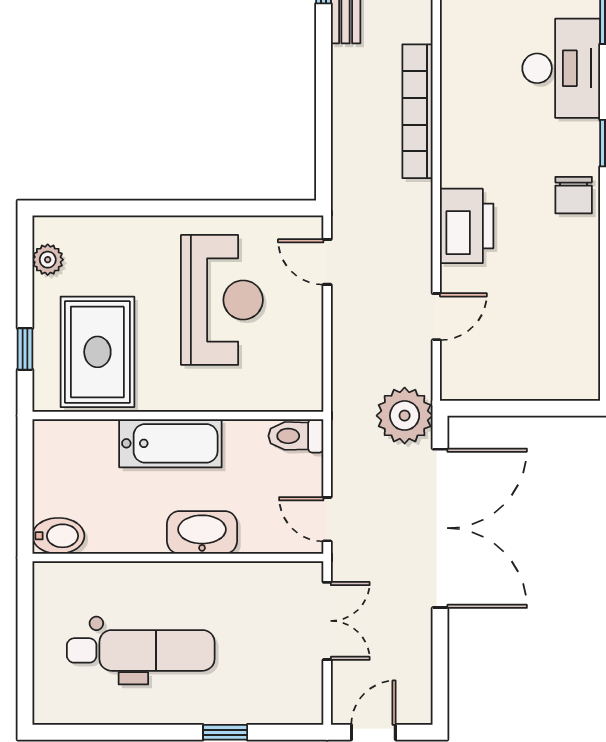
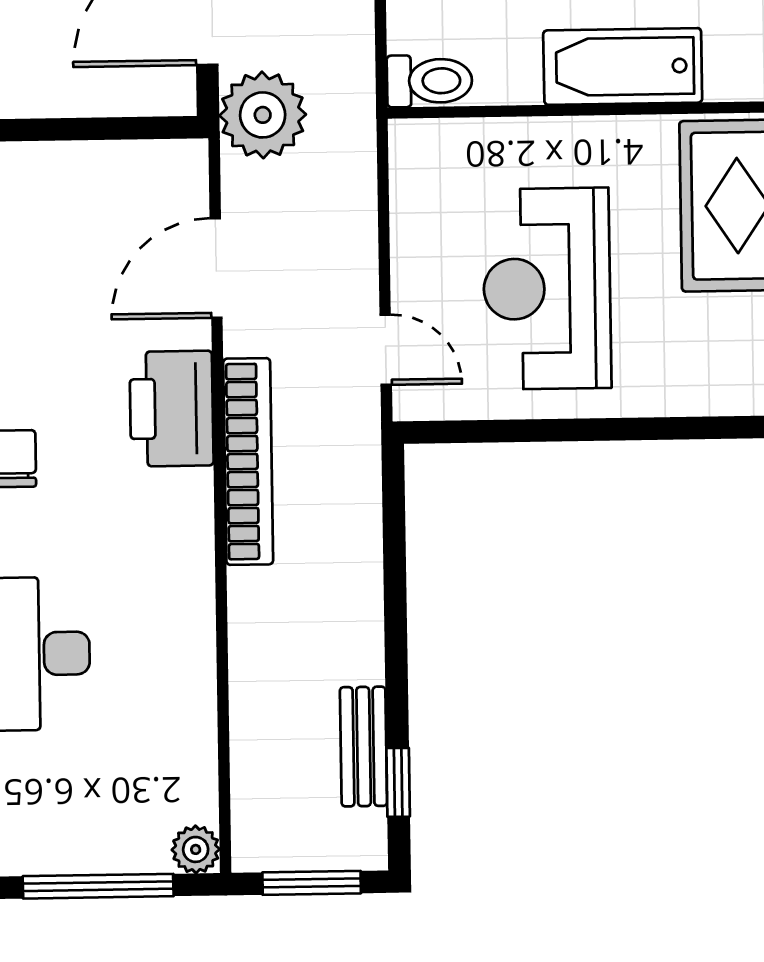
bookcase: (417, 111) -> (248, 461), moved
door: (436, 317) -> (216, 268), width x1.38

